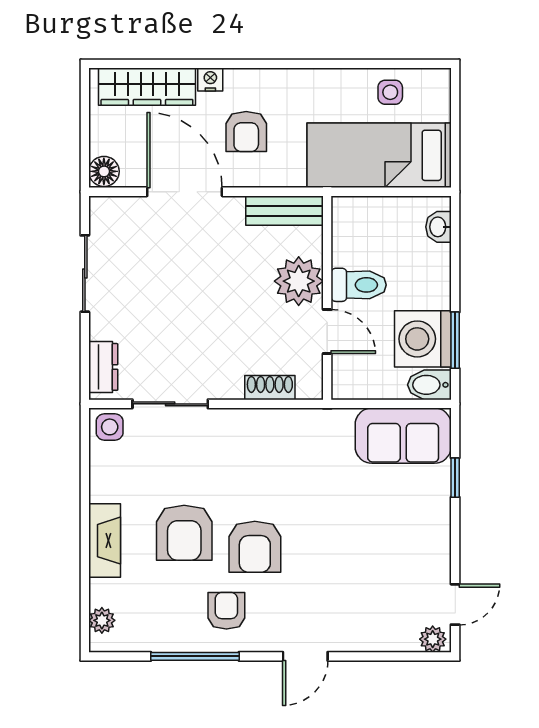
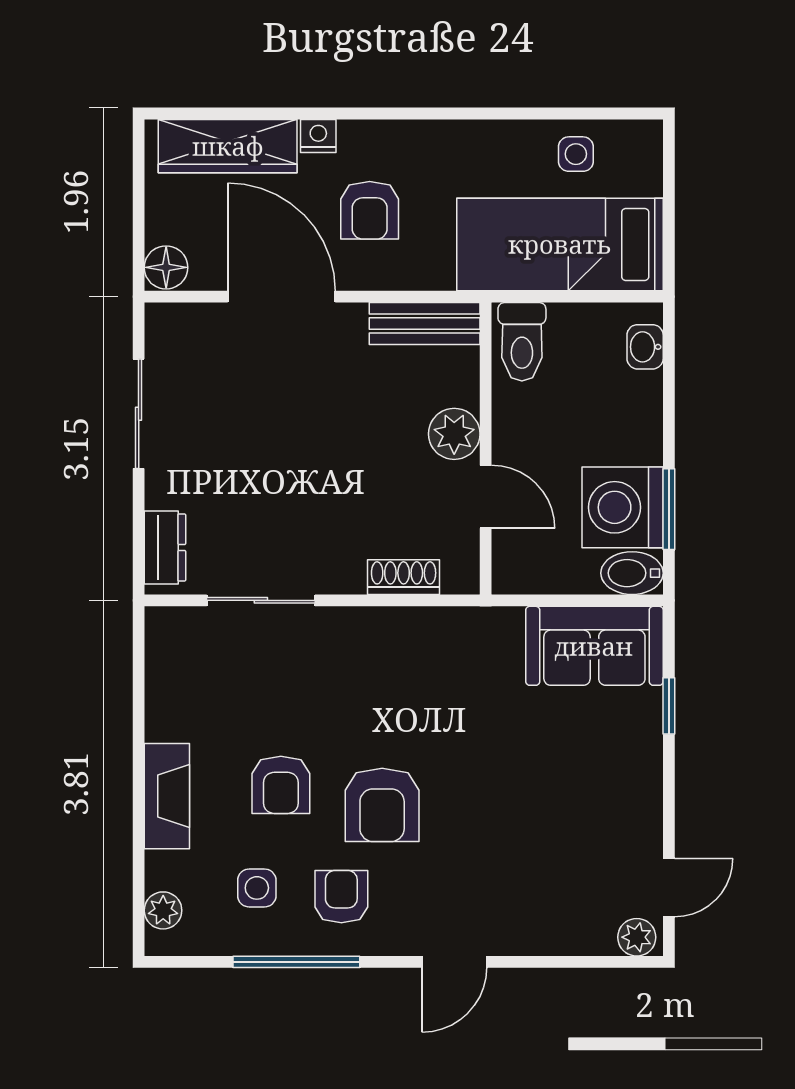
plant: (299, 281) -> (454, 434), width x0.73, depth x0.73
toilet: (359, 285) -> (522, 342), moved, turned 90
side table: (110, 427) -> (257, 888), moved
armchair: (184, 533) -> (281, 785), width x0.72, depth x0.72

